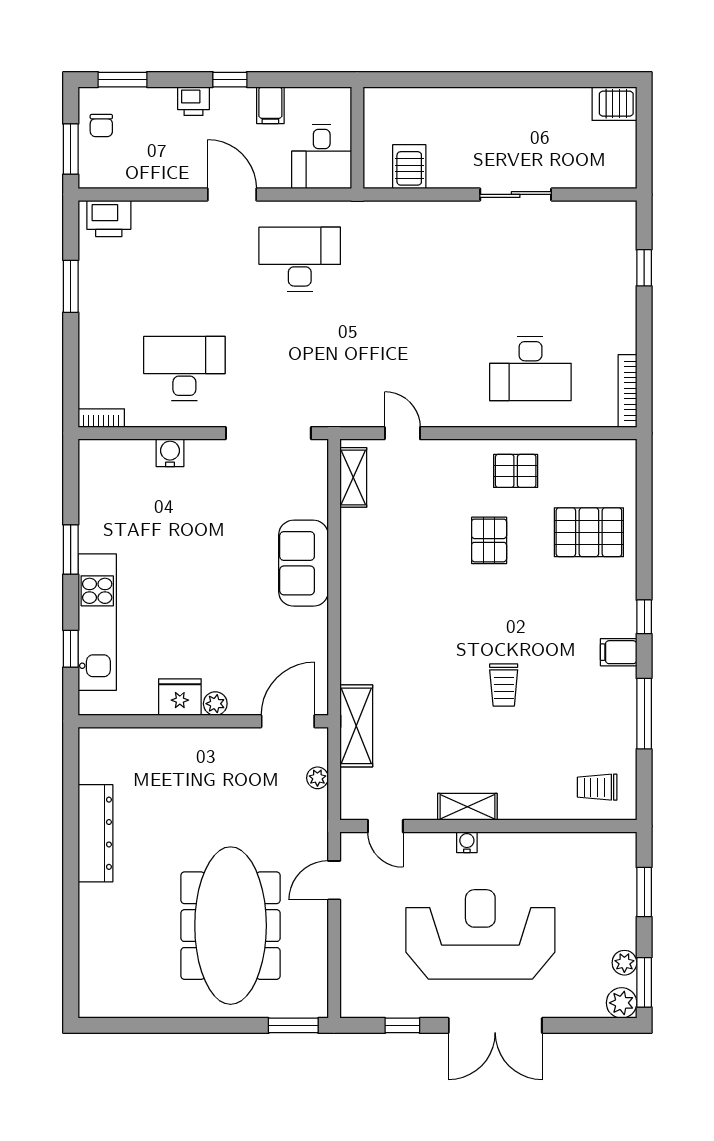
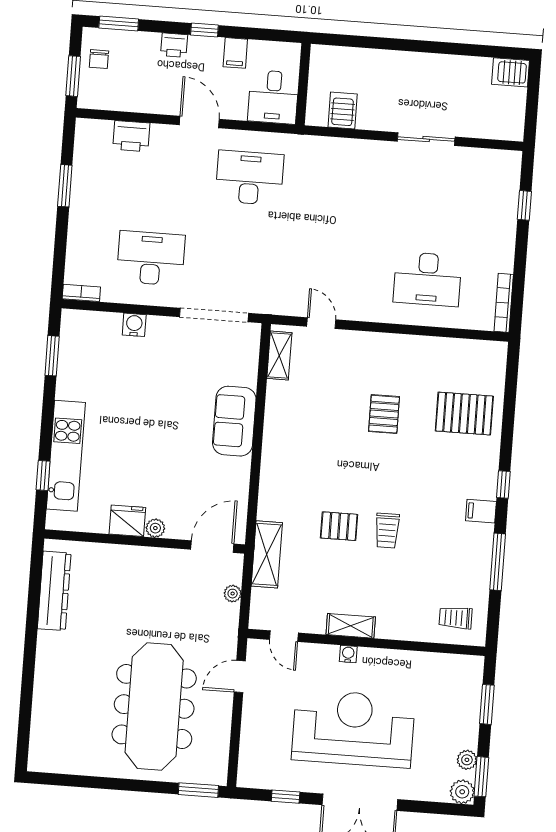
printer: (109, 218) -> (131, 136), moved
pallet: (516, 471) -> (339, 526), moved
window: (71, 550) -> (52, 356), moved
dresser: (95, 833) -> (54, 591), moved

